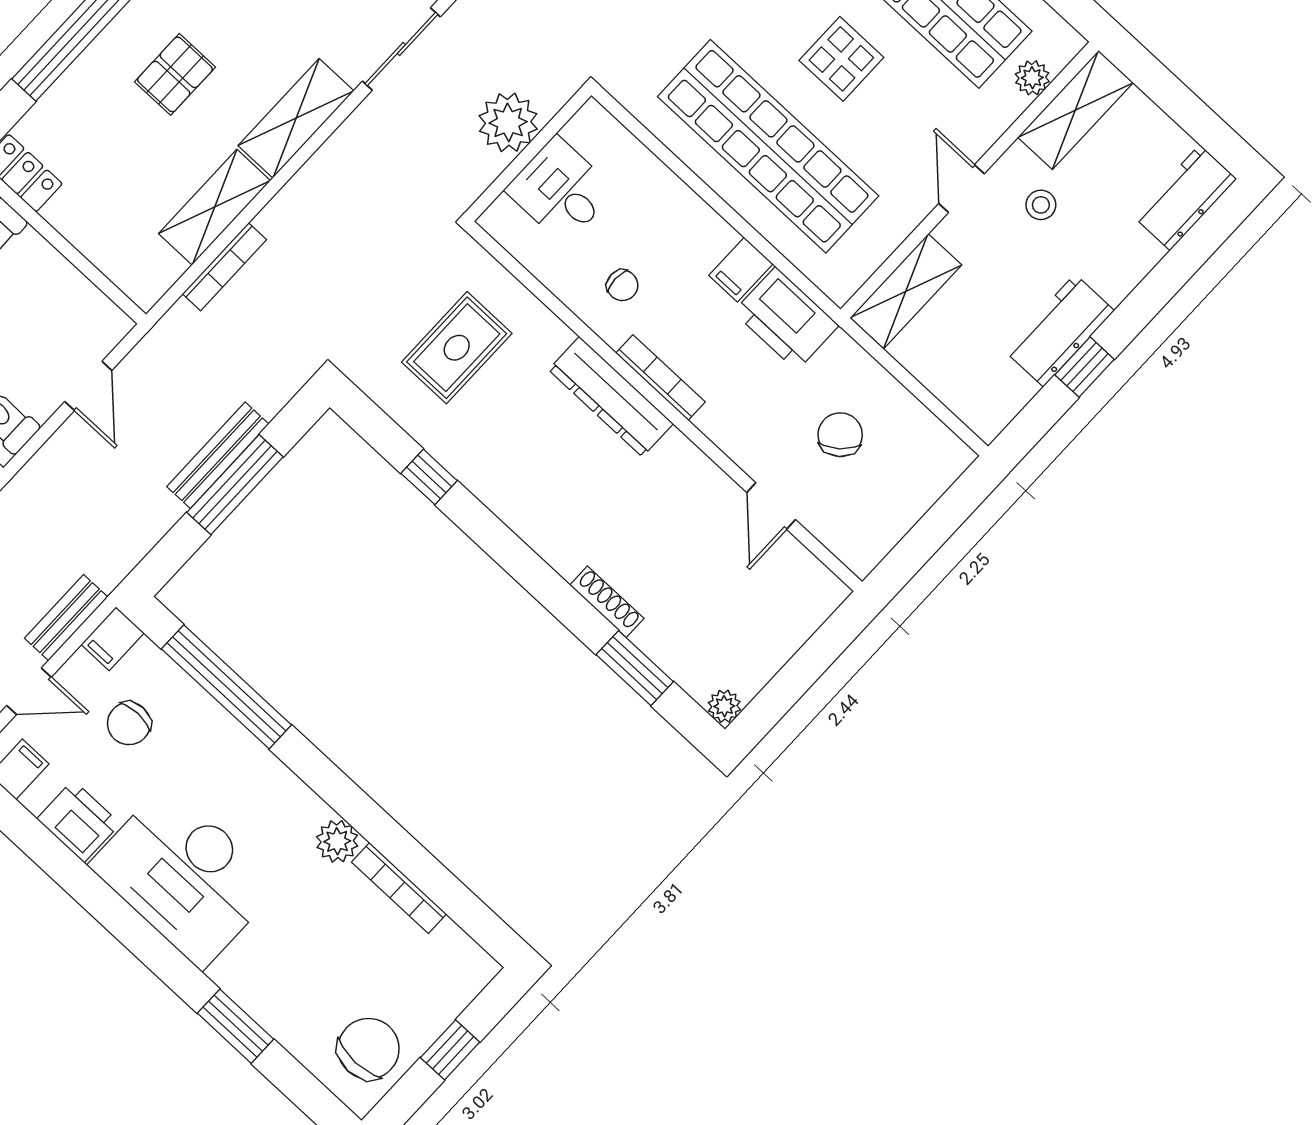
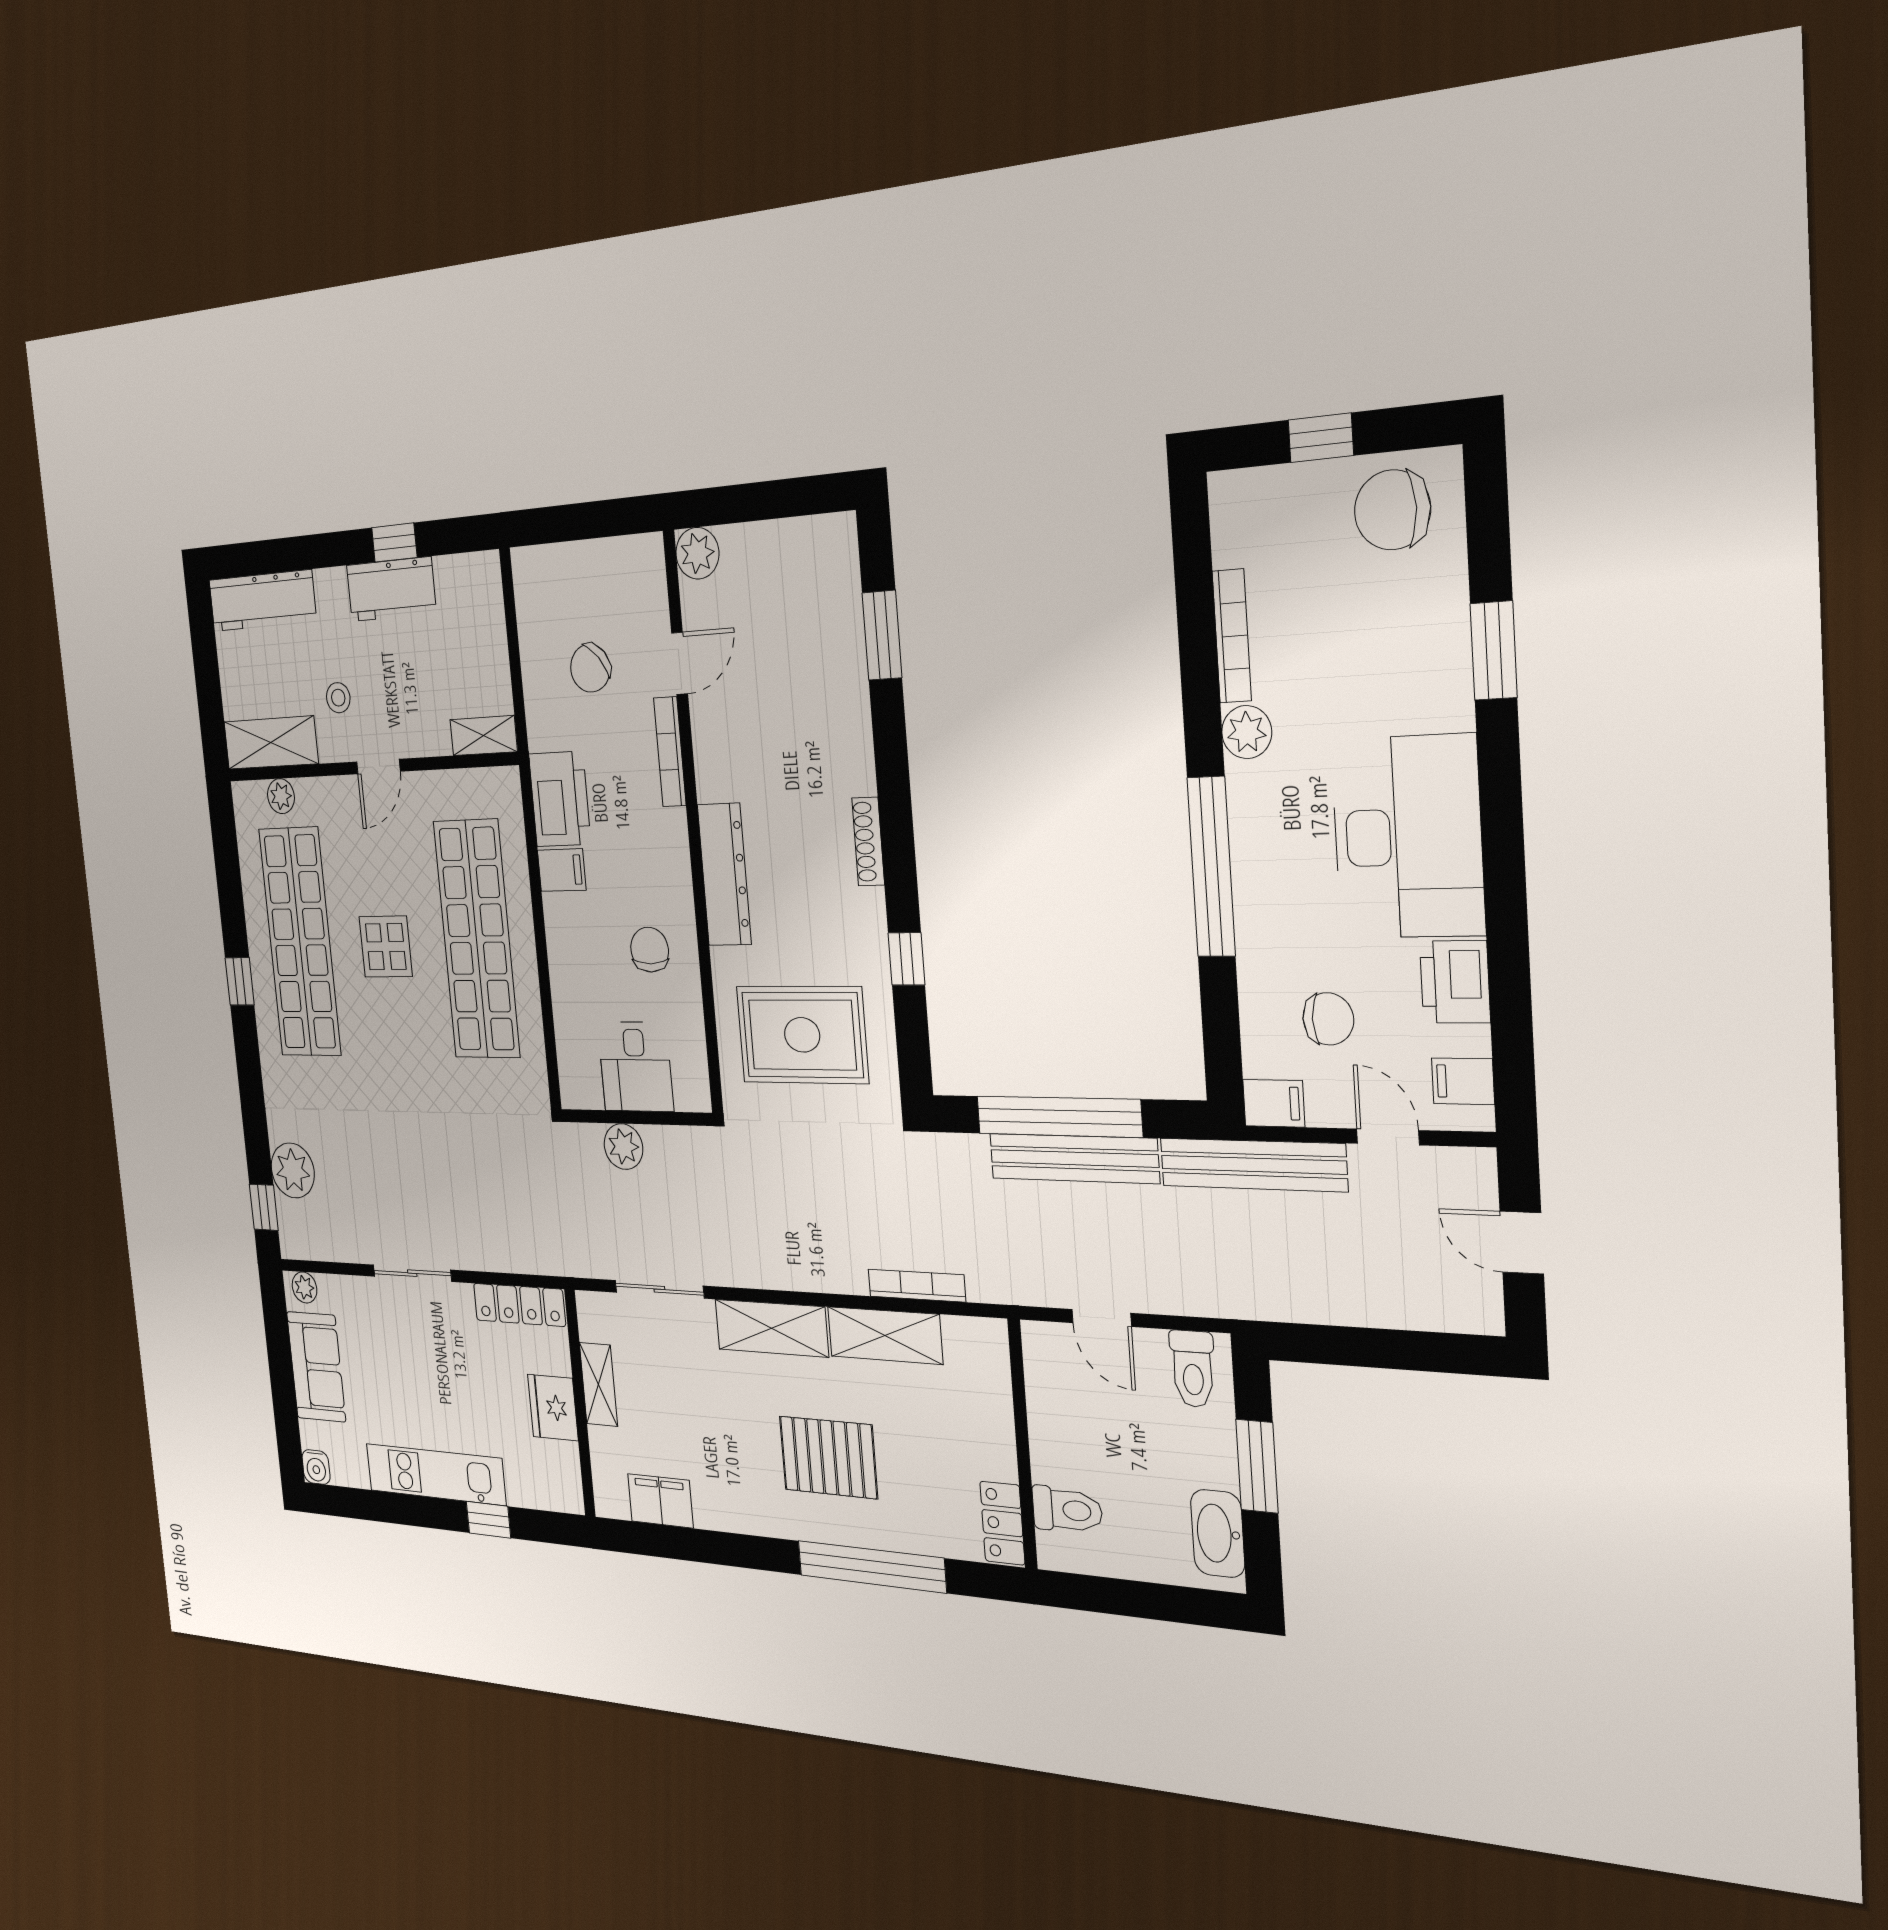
pallet: (175, 74) -> (828, 1457), width x1.50, depth x1.42
plant: (508, 122) -> (623, 1147), width x0.73, depth x0.73
workbench: (1185, 198) -> (262, 601), width x1.38
chair: (622, 285) -> (650, 950), width x1.37, depth x1.37
shelving: (906, 291) -> (484, 736), width x0.67, depth x0.75
rug: (457, 348) -> (802, 1035), width x1.36, depth x1.43
bookcase: (661, 378) -> (670, 752), moved
door: (88, 386) -> (1102, 1318), swing flipped
bench: (218, 455) -> (1074, 1158), width x1.37, depth x1.21
window: (235, 485) -> (1059, 1117), width x1.46
shoe rack: (607, 602) -> (868, 842), moved
bench: (66, 618) -> (1253, 1165), width x1.86, depth x1.21
window: (226, 687) -> (1211, 867), moved
plant: (724, 706) -> (697, 553), moved, width x1.38, depth x1.38

